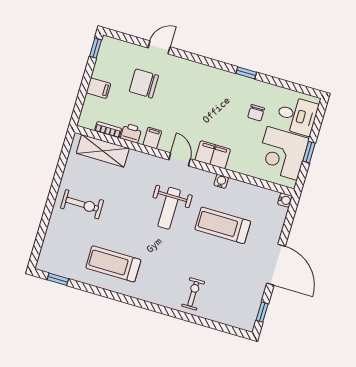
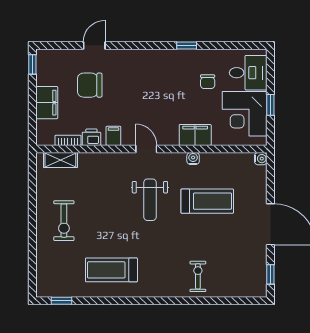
filing cabinet: (98, 88) -> (47, 103), width x2.00
shelving: (103, 151) -> (60, 160), width x0.67, depth x0.75
filing cabinet: (213, 155) -> (195, 135), moved
exercise bike: (82, 204) -> (64, 221), turned 90
treadmill: (223, 225) -> (207, 201), turned 180

